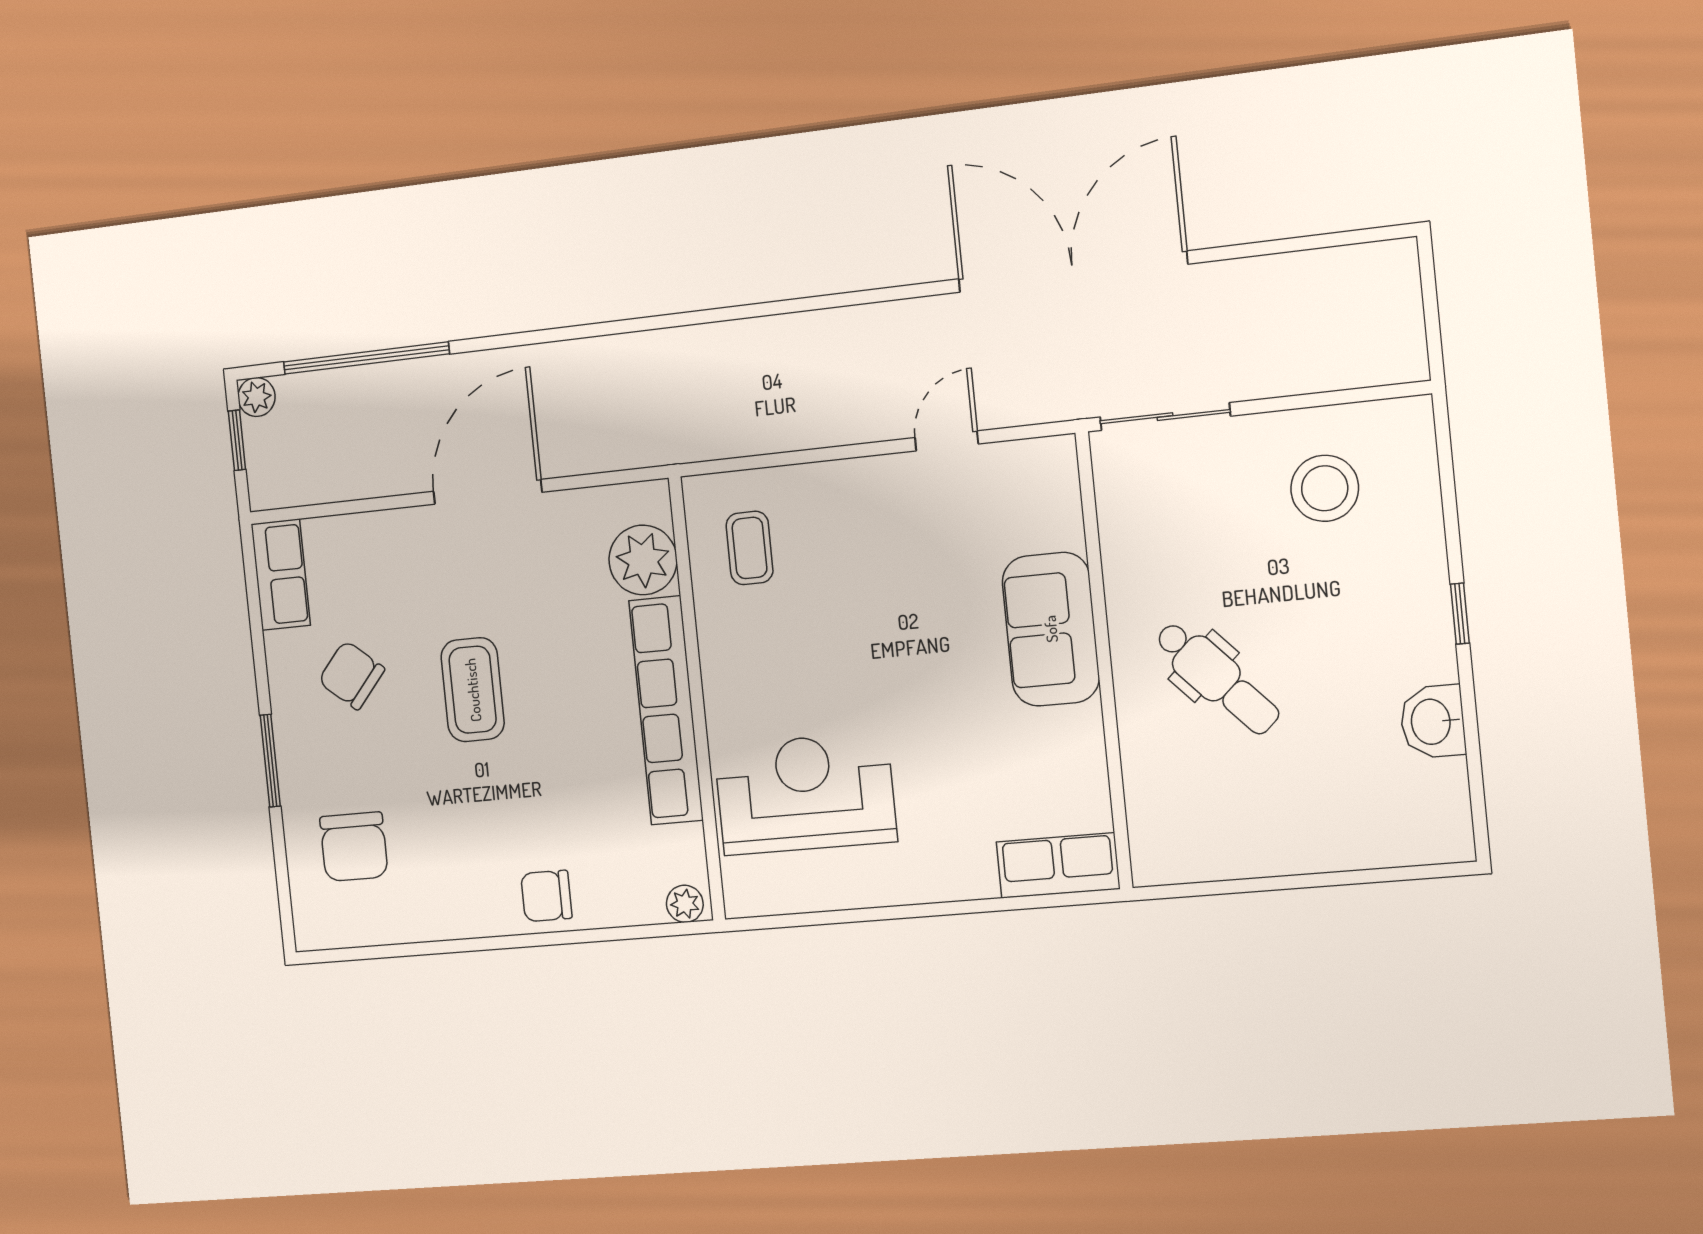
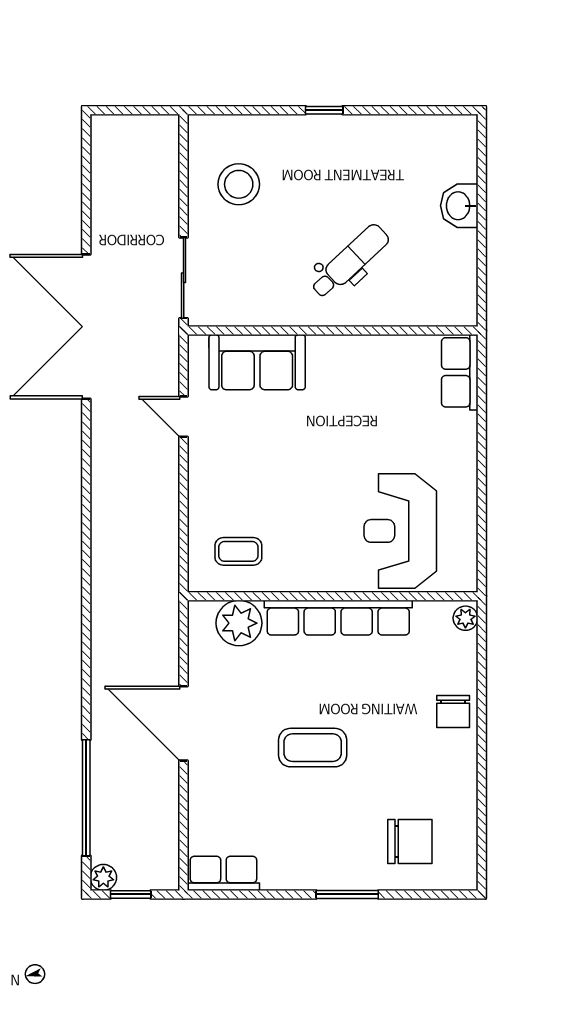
sofa: (1051, 629) -> (257, 362), moved
chair: (351, 675) -> (295, 831), removed
washbasin: (1433, 722) -> (459, 206), moved, turned 90

